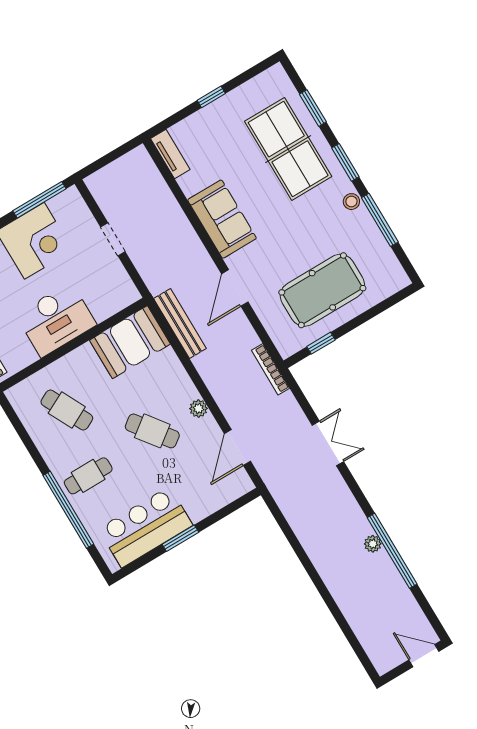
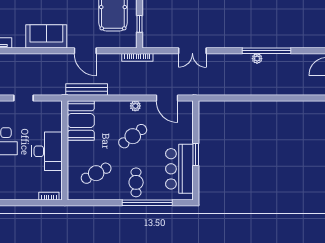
double door: (328, 443) -> (192, 51), swing flipped

